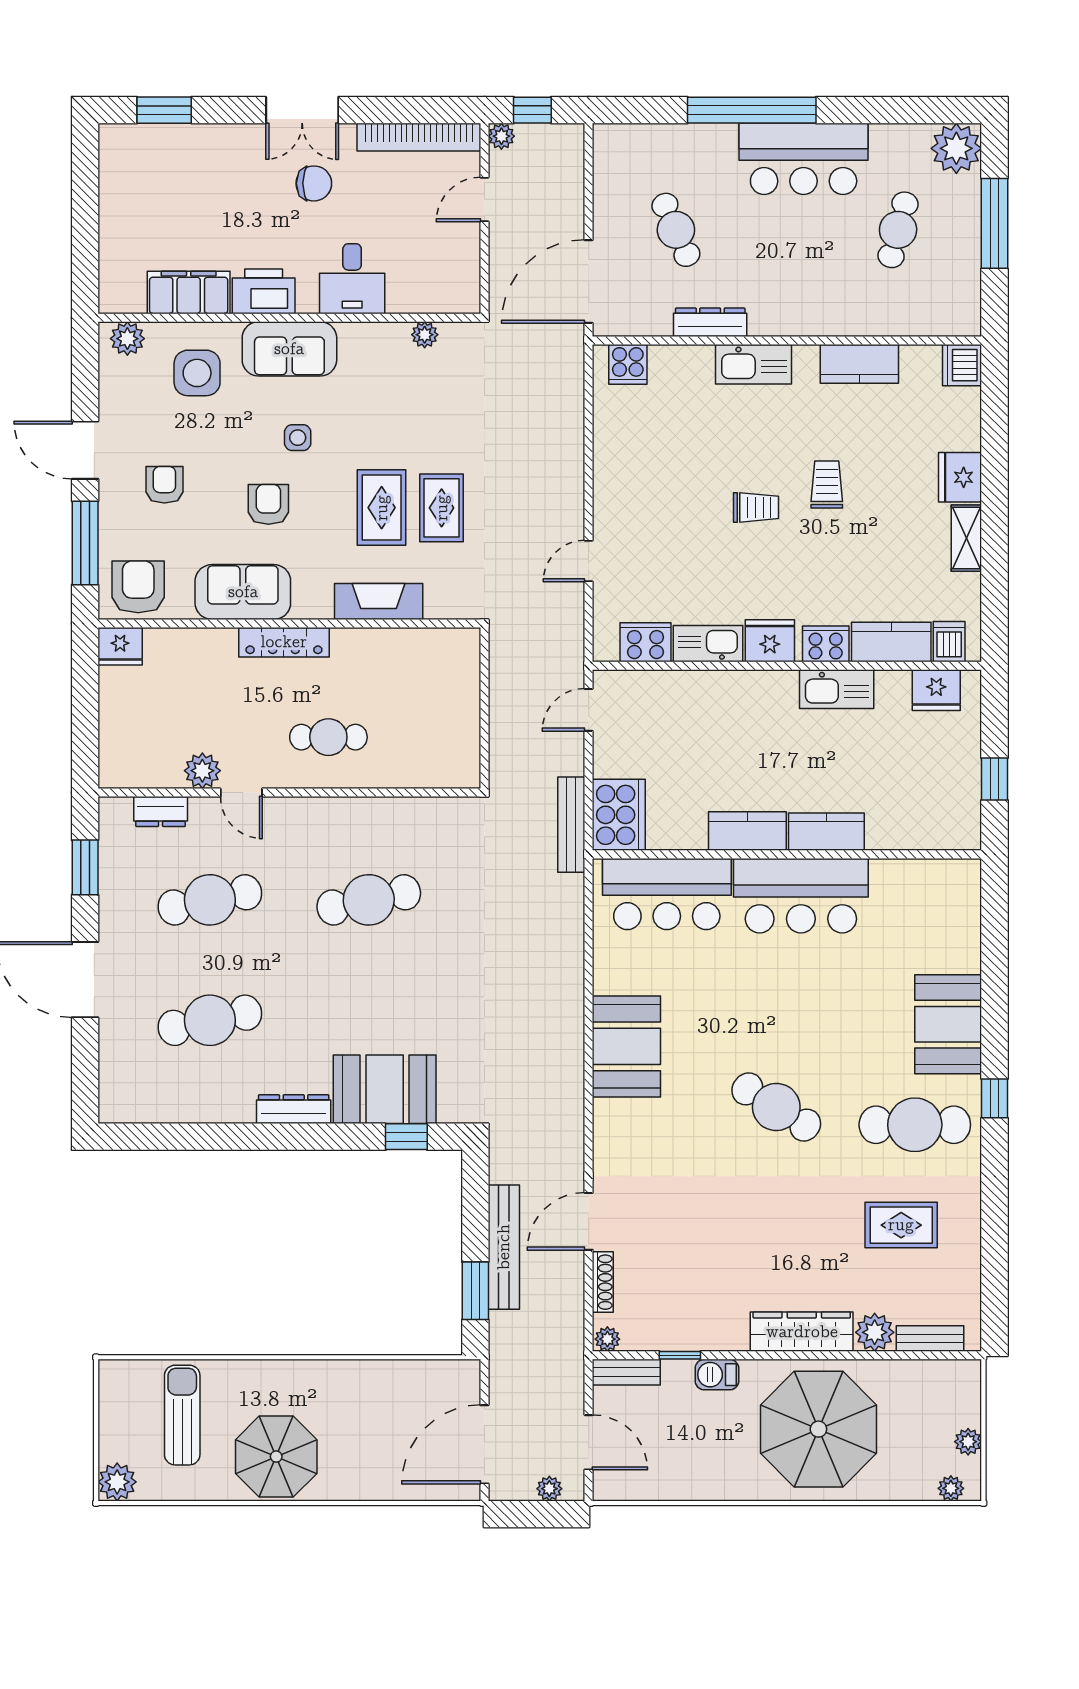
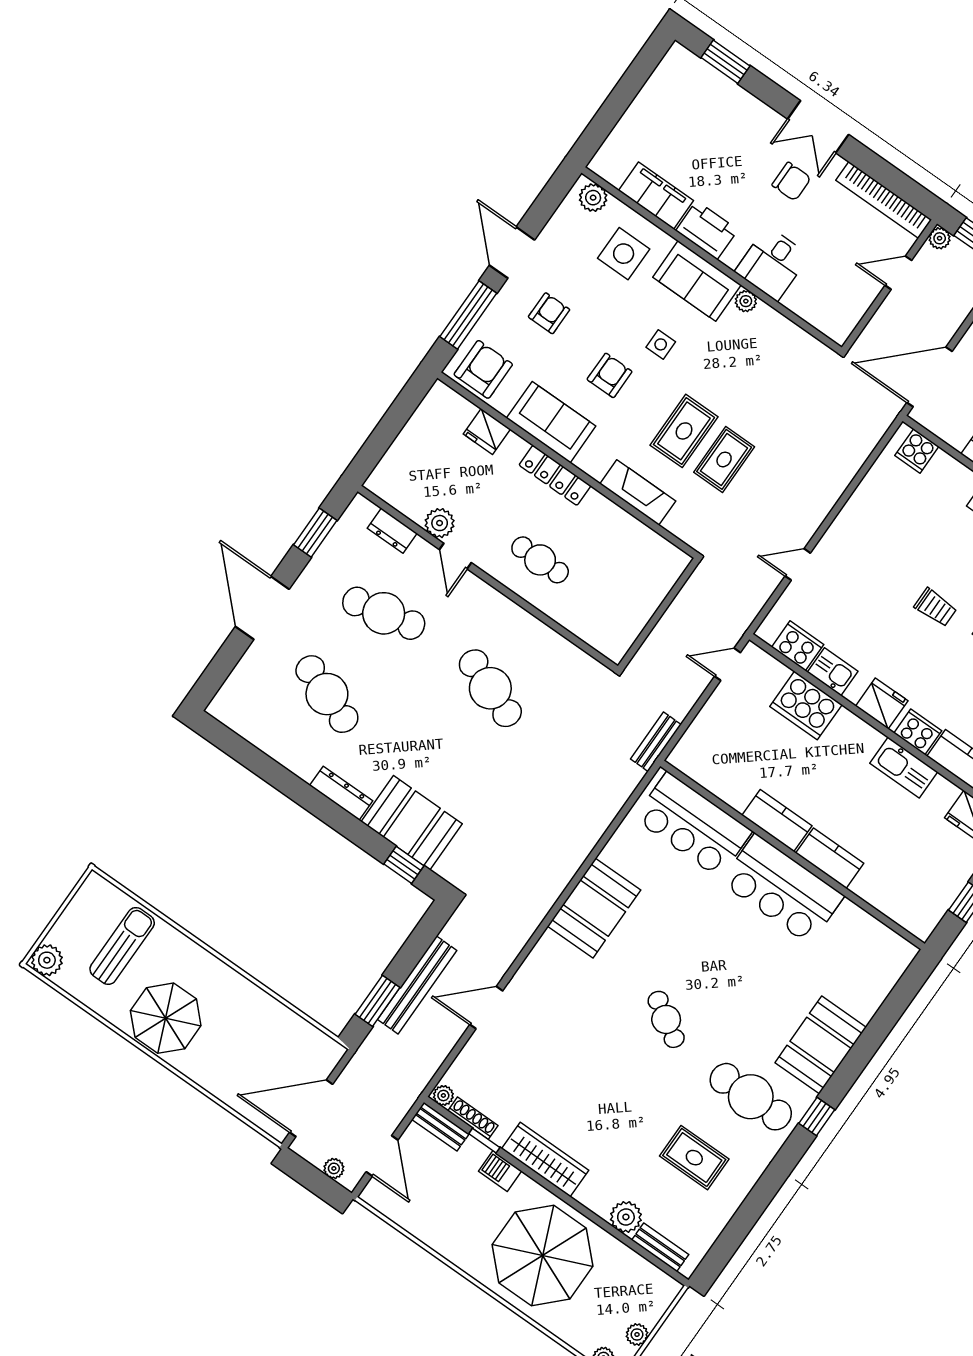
plant: (425, 335) -> (746, 301), moved
kitchen sink: (708, 644) -> (833, 672), width x0.73
fridge: (120, 646) -> (487, 431), moved
cooker: (619, 815) -> (806, 706), moved, turned 90
bench: (571, 825) -> (656, 742), width x0.73
cafe table: (369, 900) -> (490, 688), turned 33
cafe table: (210, 1020) -> (327, 694), turned 33
cafe table: (776, 1107) -> (666, 1019), width x0.73, depth x0.74
shoe rack: (603, 1282) -> (473, 1118), moved, turned -90
wardrobe: (802, 1332) -> (545, 1159), moved

